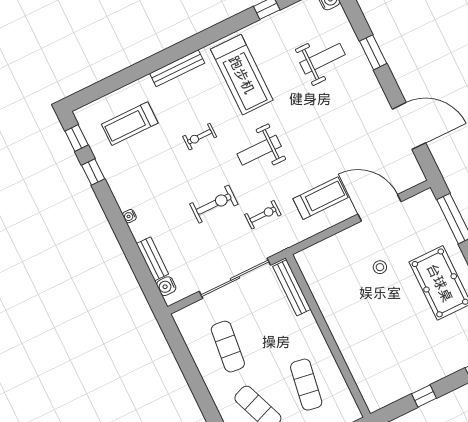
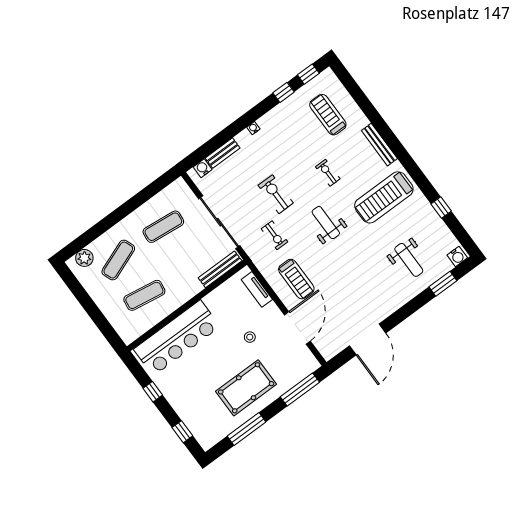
window: (373, 52) -> (443, 284), moved
exercise bike: (214, 204) -> (276, 194), turned 180
tv unit: (324, 248) -> (257, 289), added
bar counter: (365, 355) -> (177, 338), added

